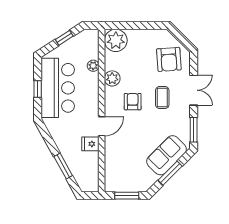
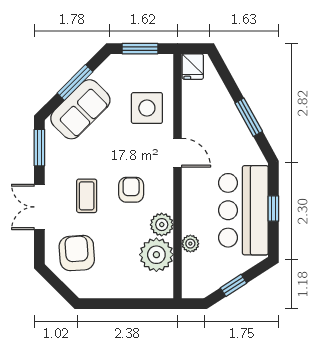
plant: (116, 40) -> (156, 255), moved
armchair: (133, 102) -> (131, 190), turned 180
door: (102, 126) -> (178, 153), swing flipped
fridge: (90, 144) -> (193, 67), moved, turned 90
side table: (122, 156) -> (147, 108), added
window: (63, 166) -> (249, 117), moved

